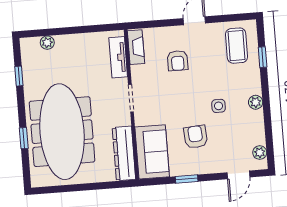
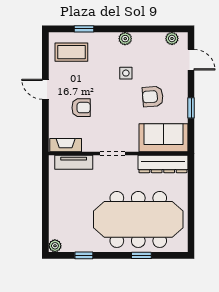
plant: (47, 43) -> (55, 246), moved

